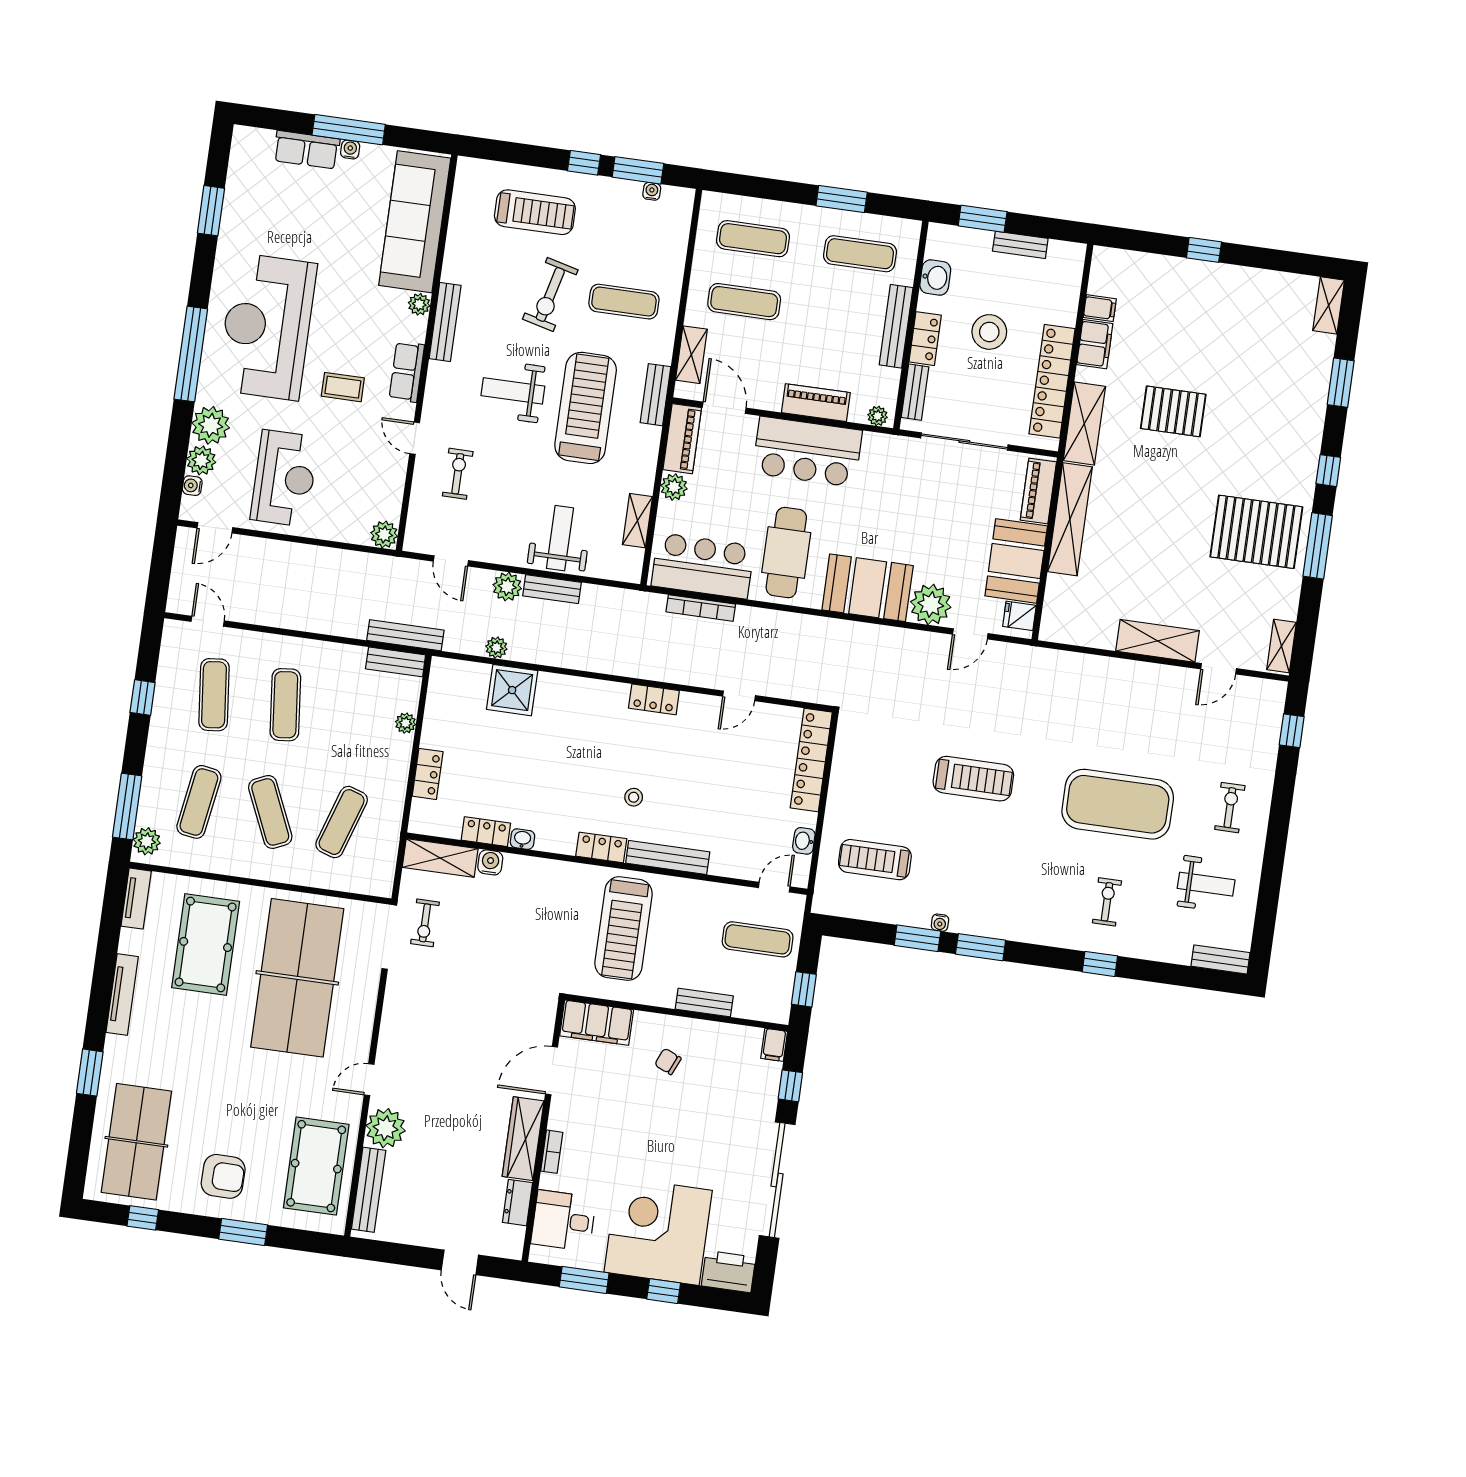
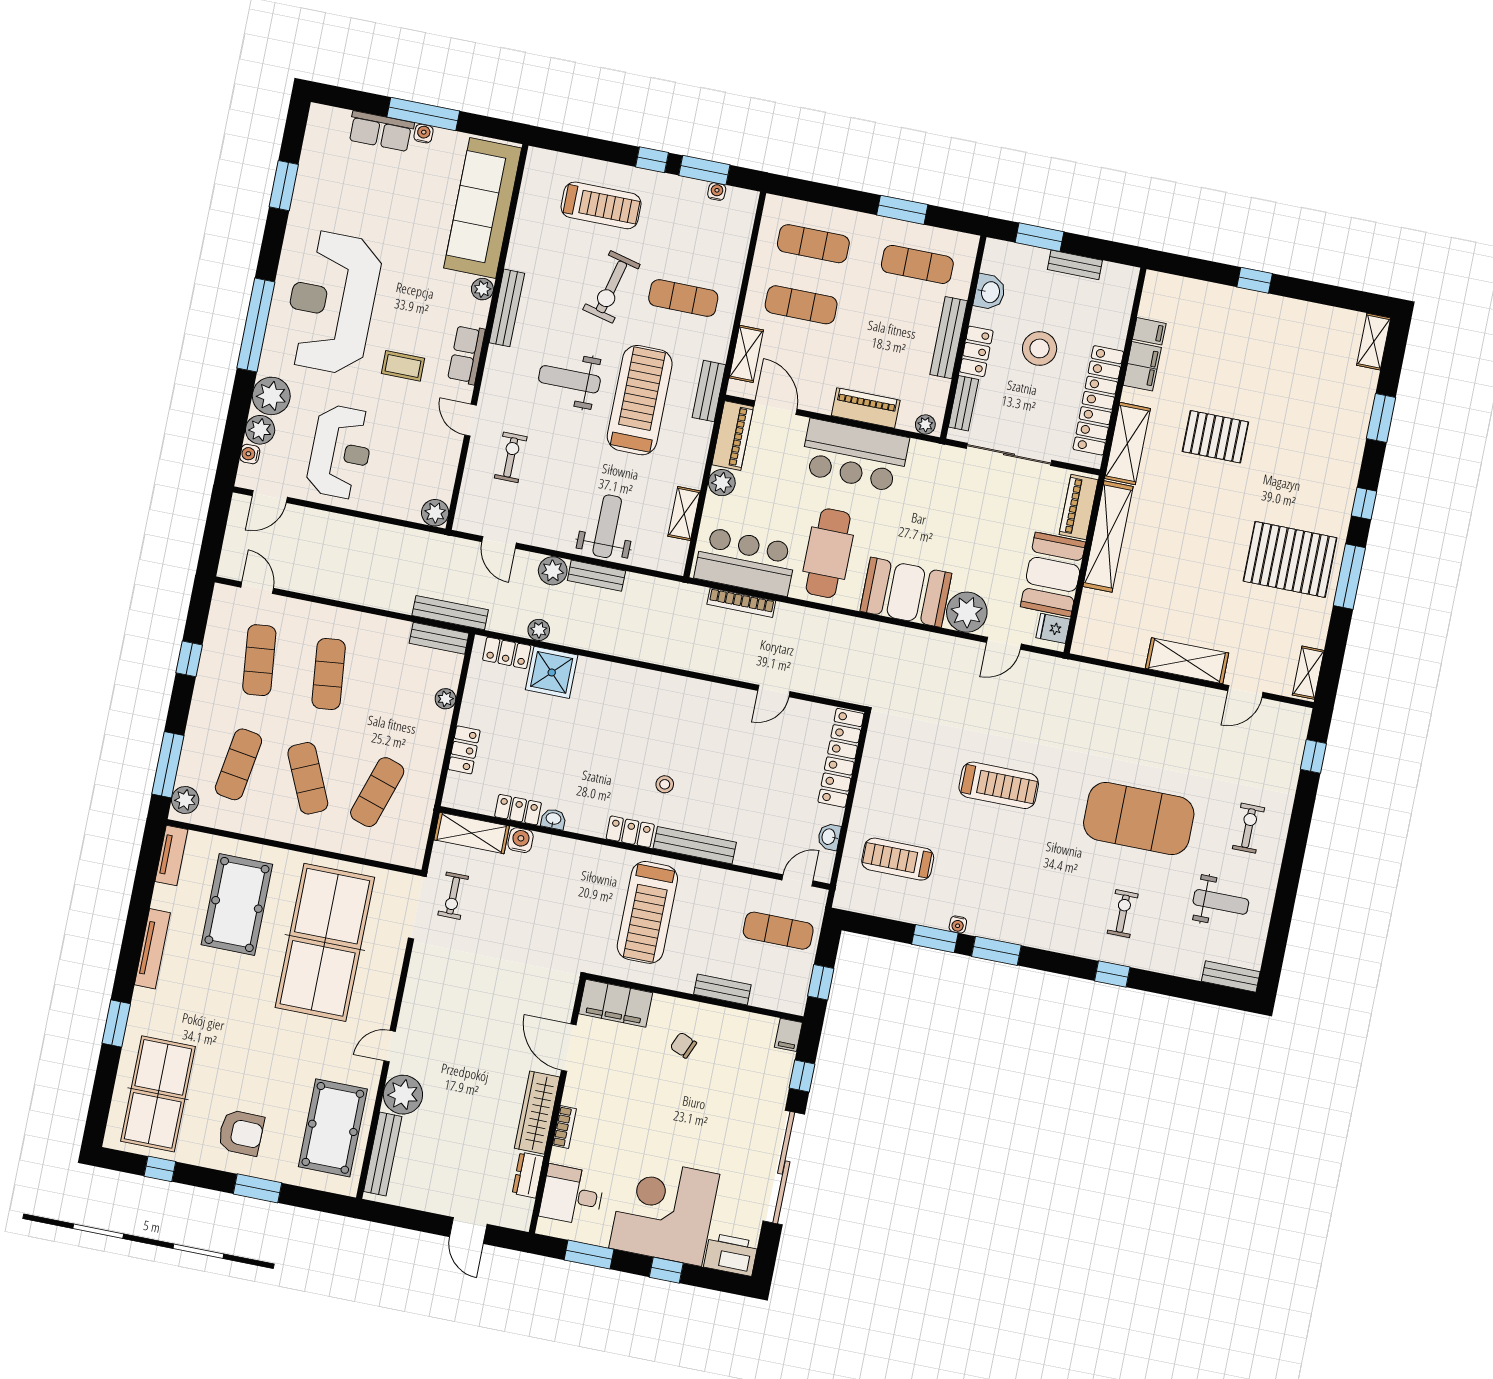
locker: (654, 699) -> (507, 653), moved
door: (552, 1071) -> (569, 1048), hinge flipped

